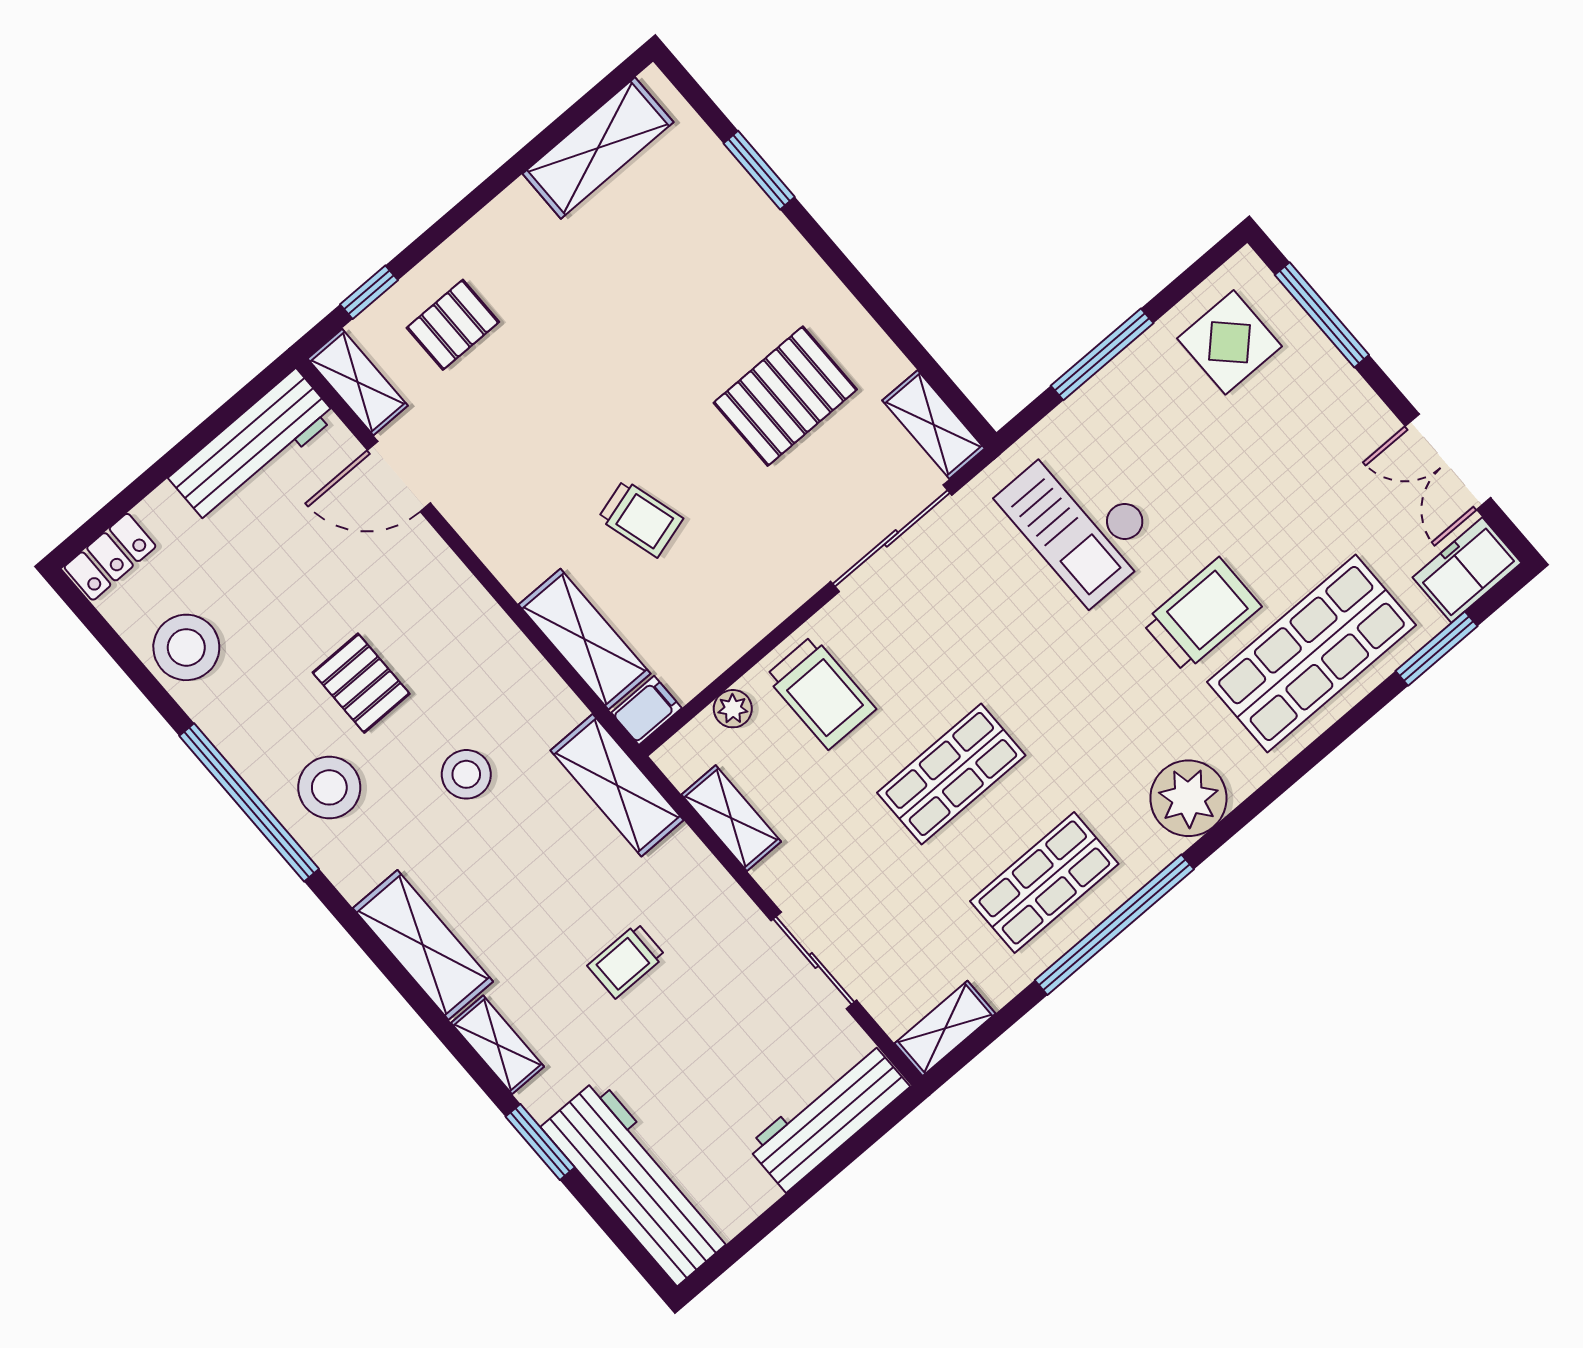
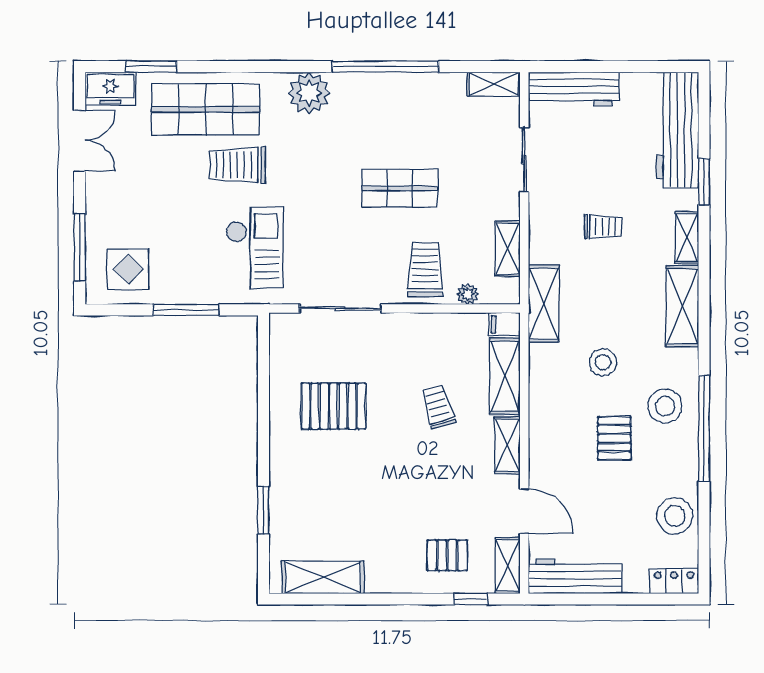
shelving: (933, 424) -> (507, 445), moved
shop shelf: (1044, 882) -> (400, 109), removed

